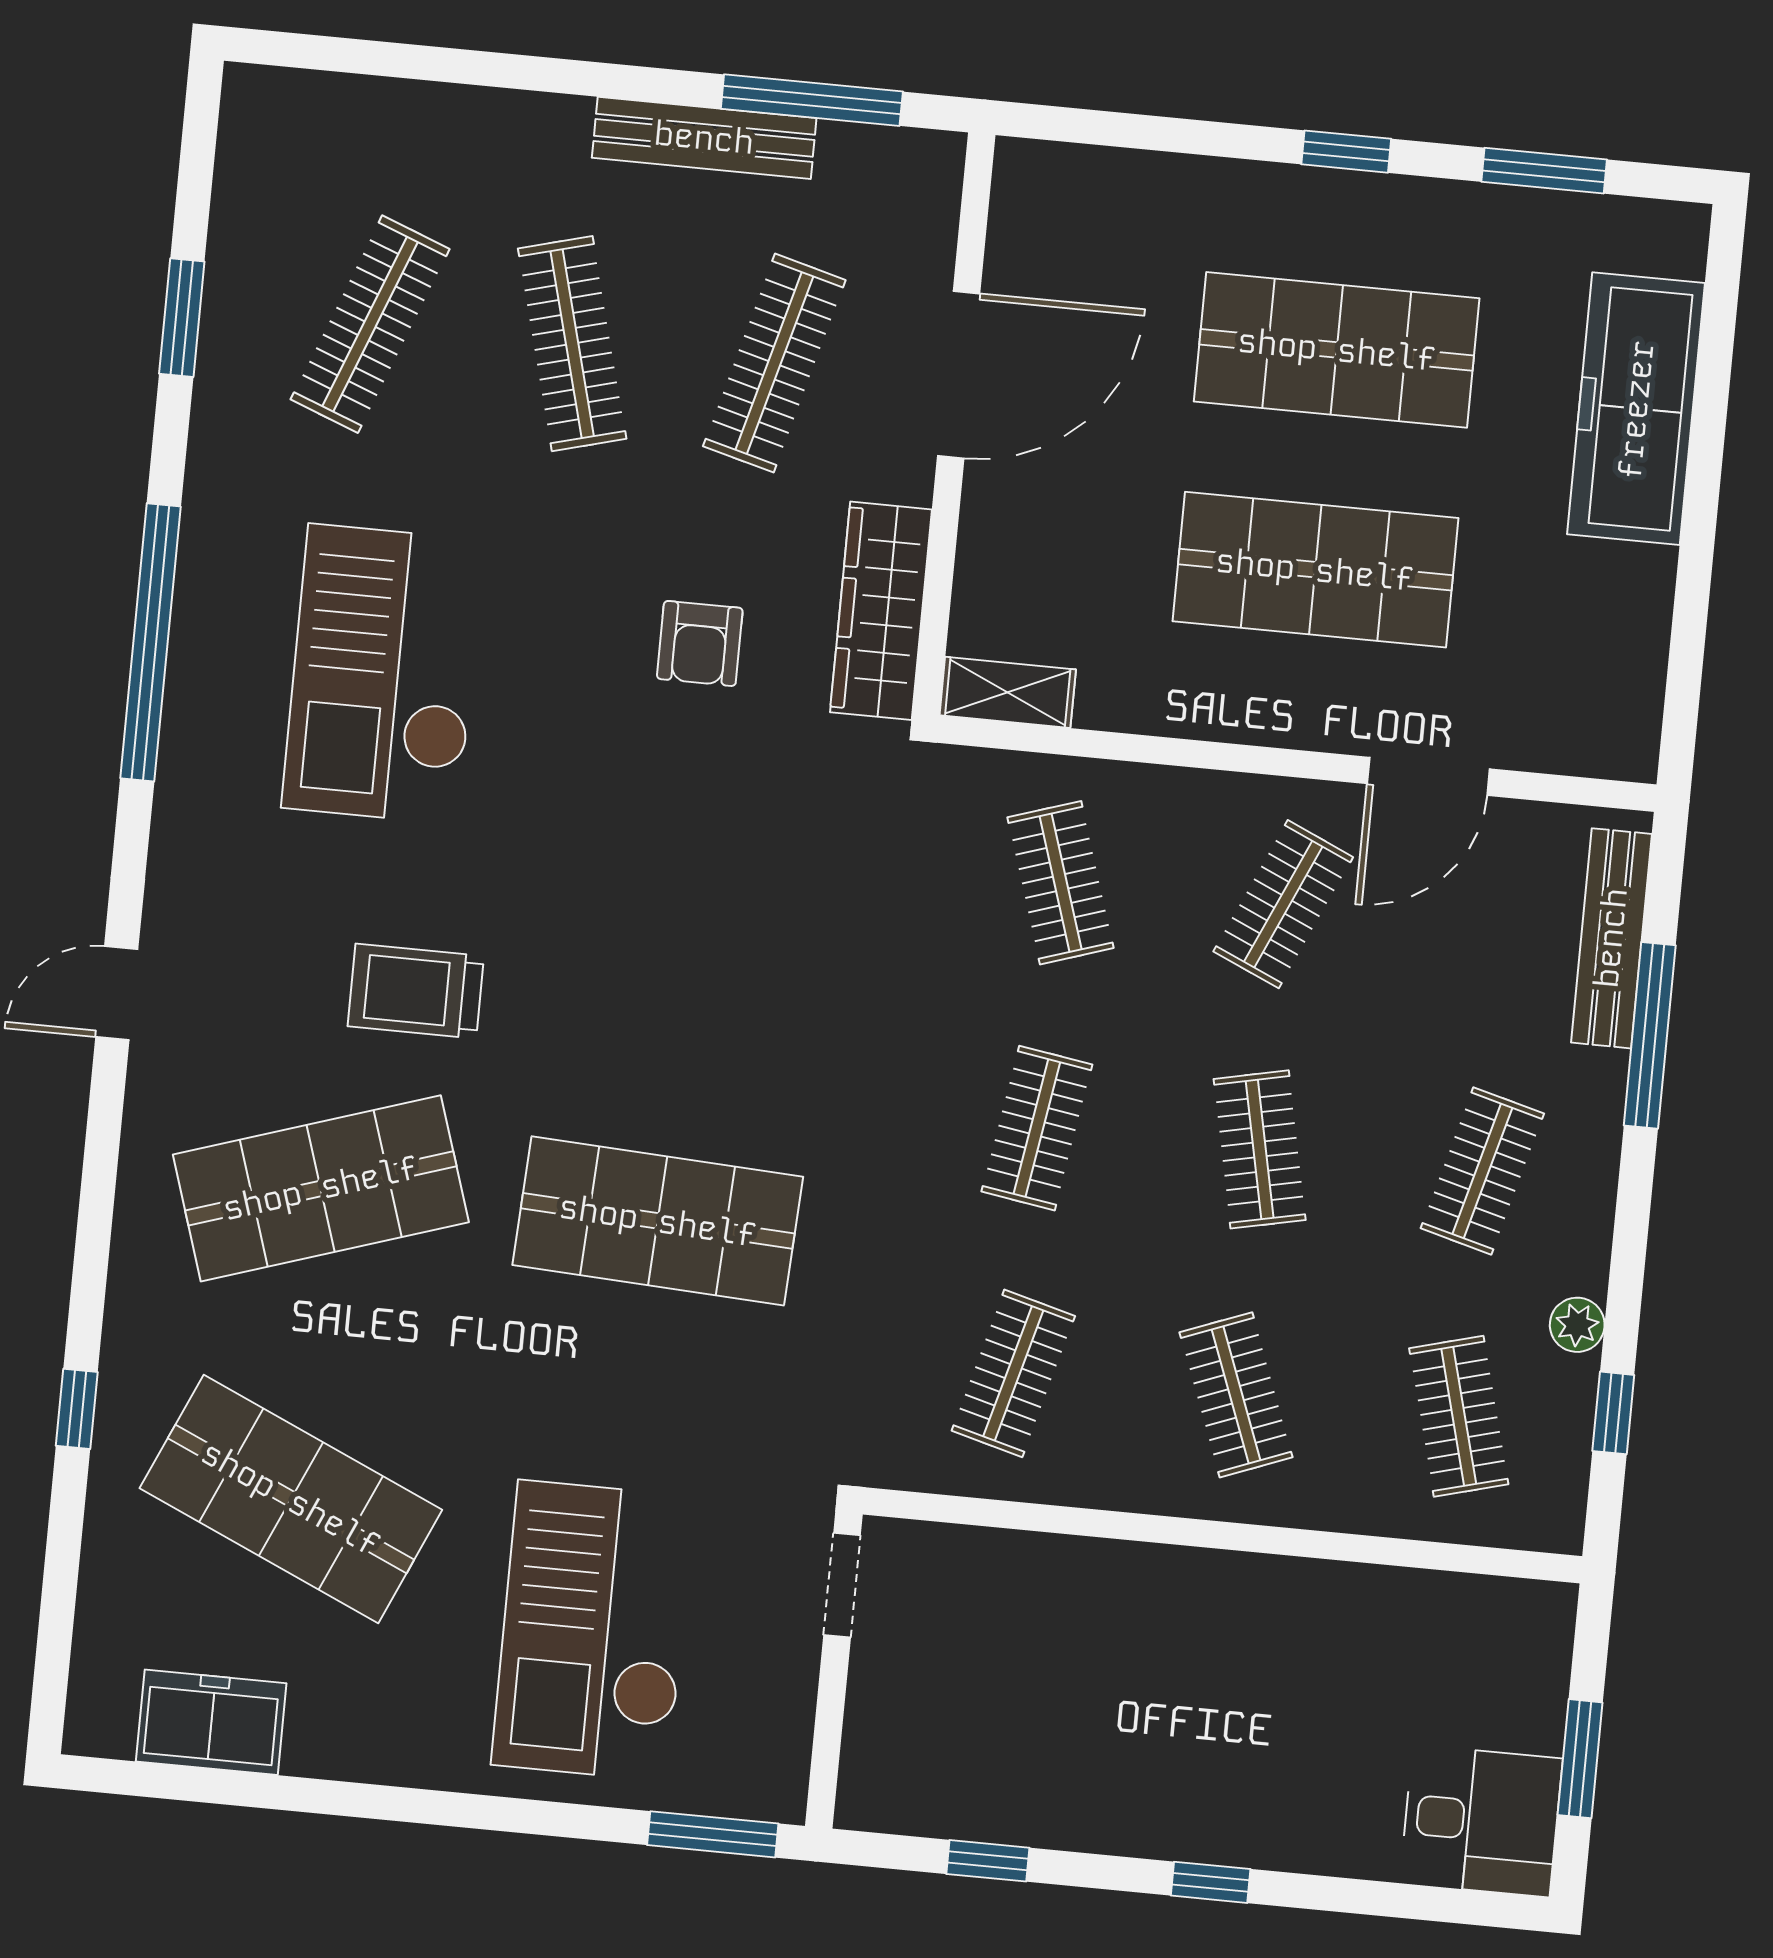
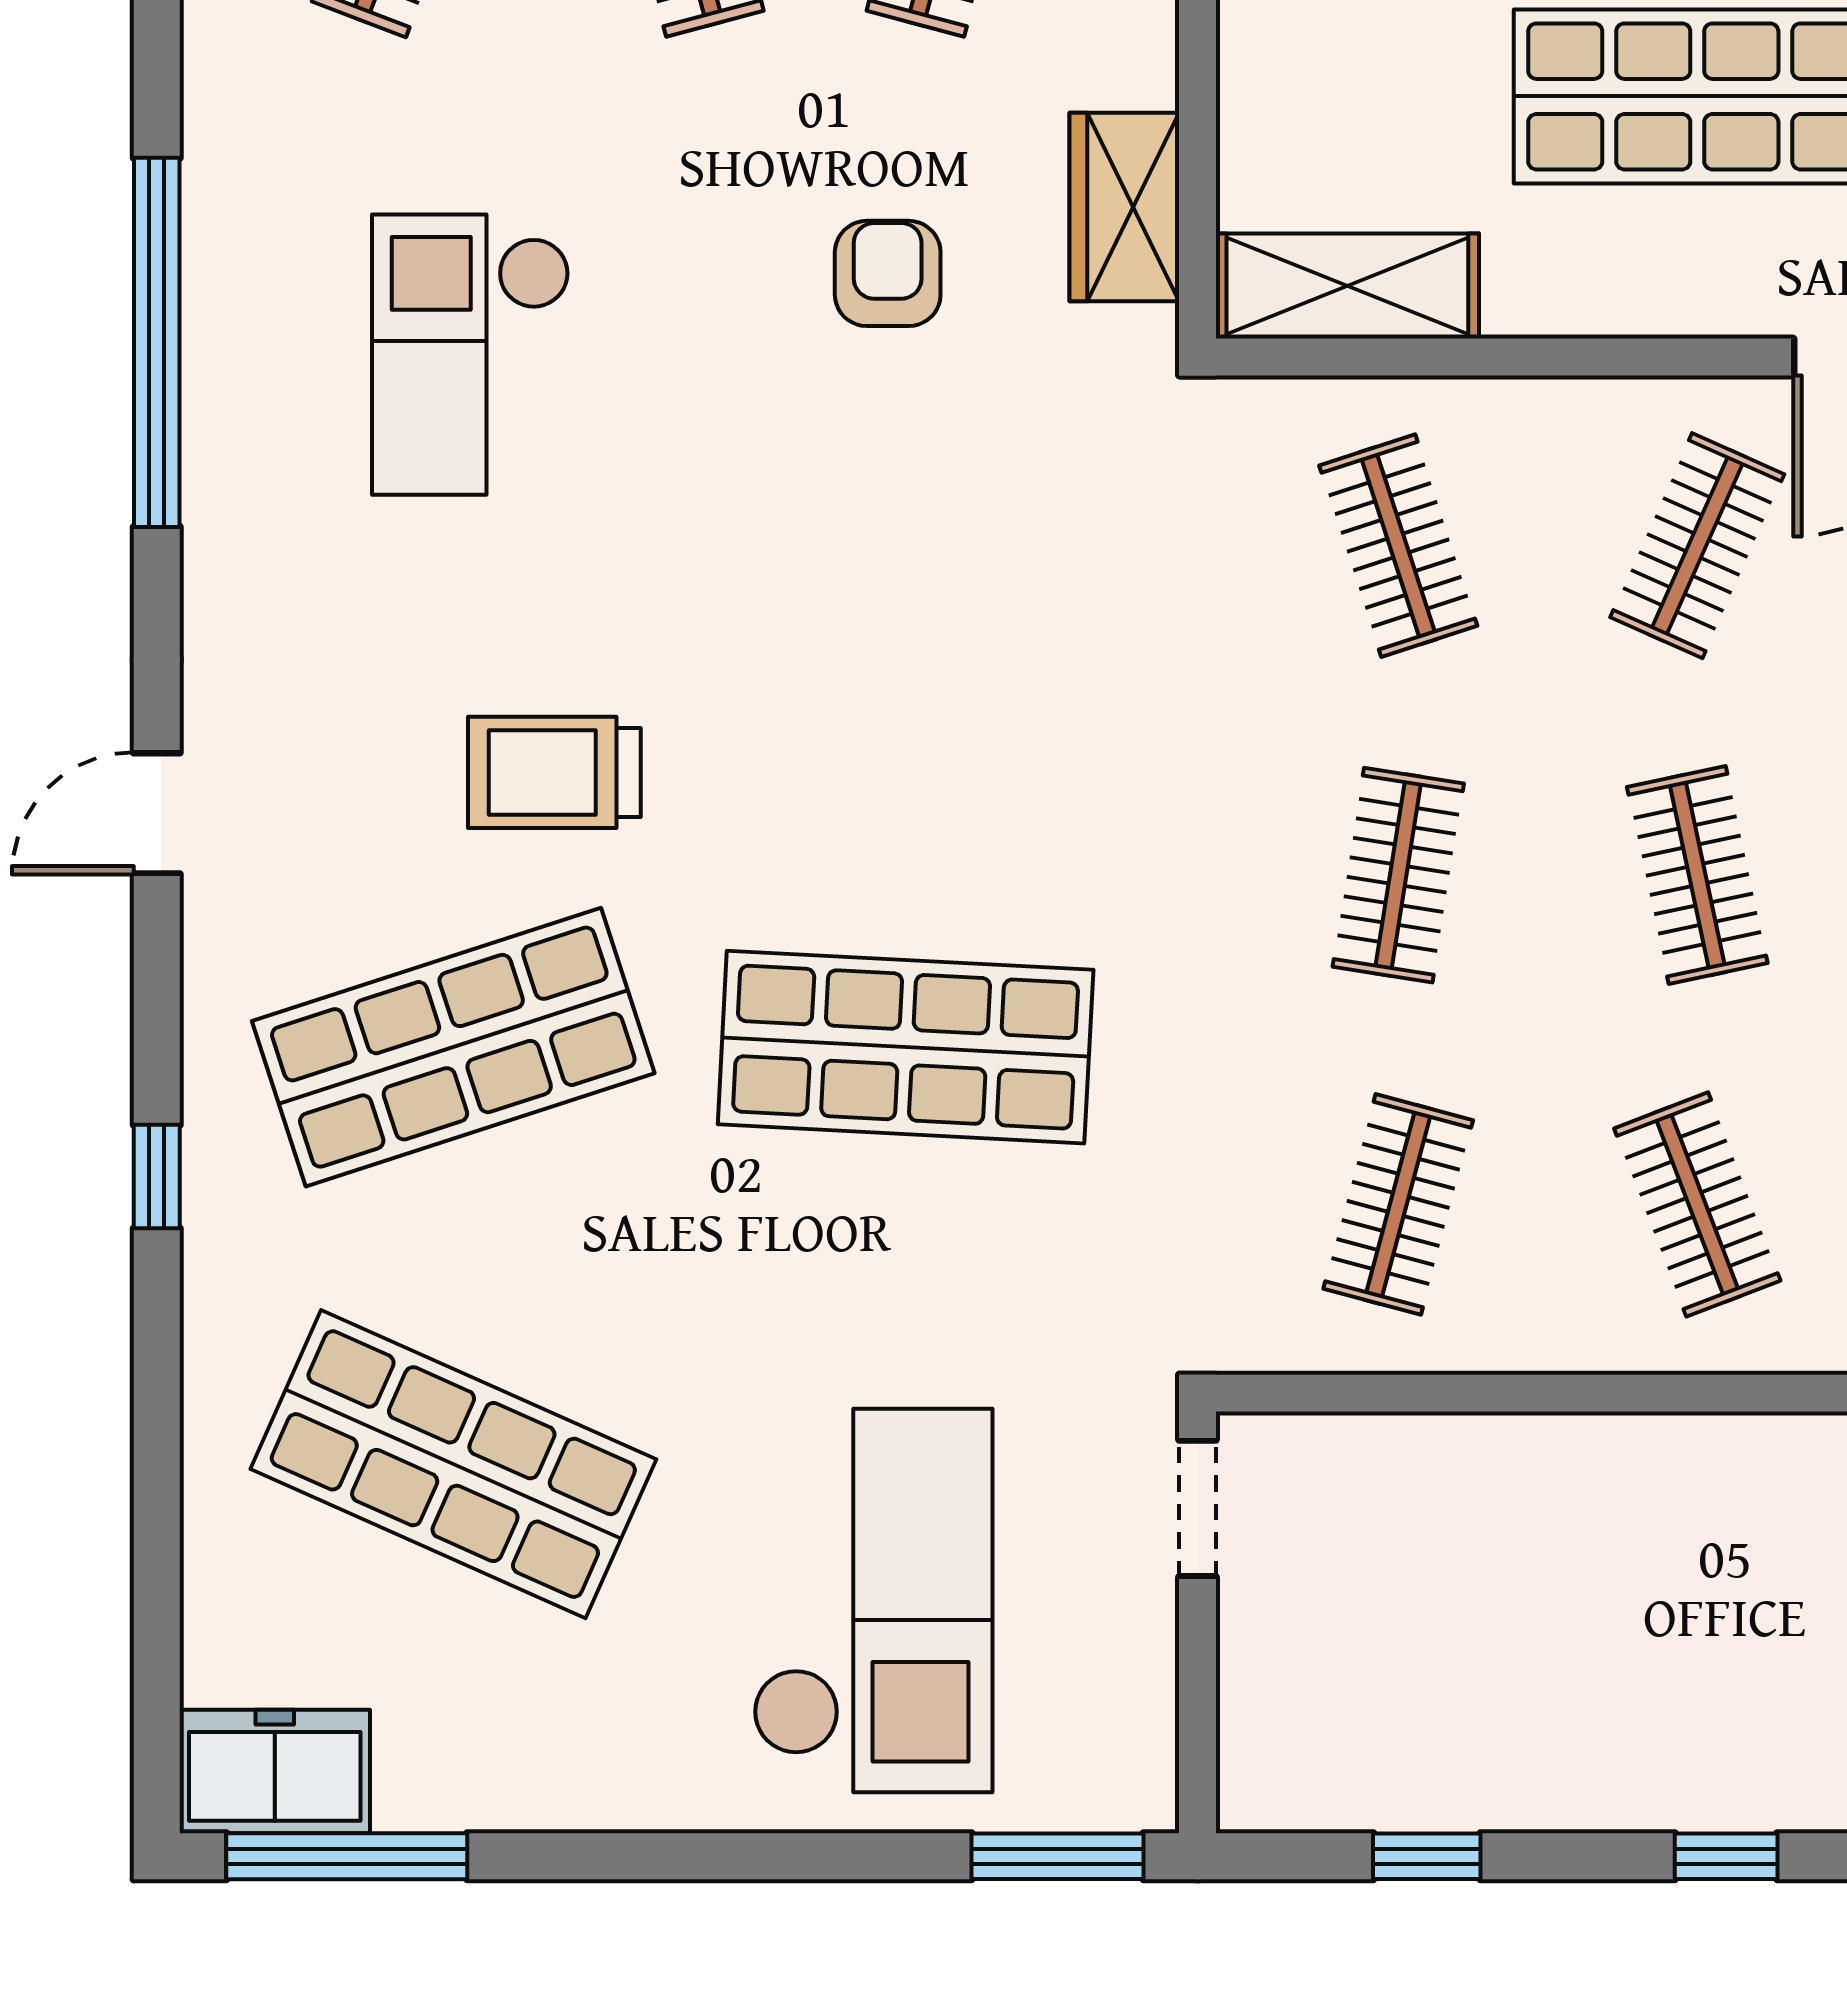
wardrobe: (881, 611) -> (1124, 207), width x0.67
armchair: (700, 643) -> (888, 273), turned 180
checkout: (383, 674) -> (471, 355), width x0.73, depth x0.83
shelving: (1008, 692) -> (1347, 286), width x1.50, depth x1.33
window: (77, 1409) -> (157, 1177), moved
checkout: (593, 1631) -> (873, 1600), turned 180
freezer: (211, 1722) -> (275, 1772), moved
window: (184, 1783) -> (347, 1856), added

